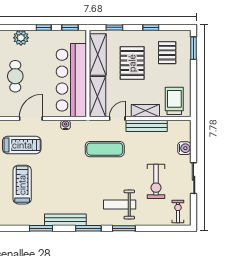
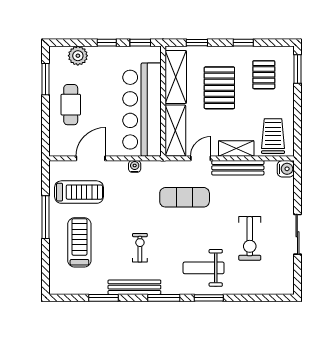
water cooler: (184, 148) -> (286, 169), moved
exercise bike: (178, 212) -> (140, 248), moved

